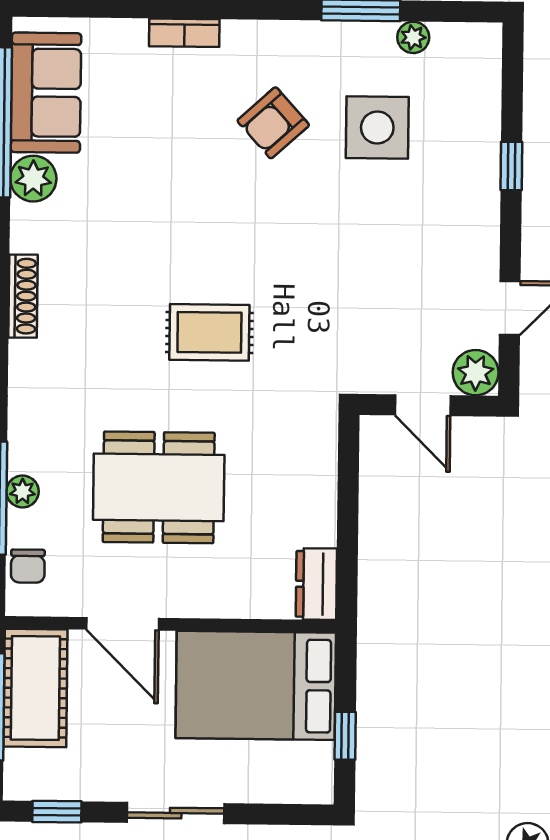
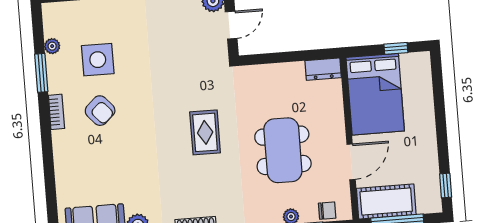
bookcase: (184, 33) -> (56, 112), moved
sliding door: (176, 813) -> (441, 128), removed

